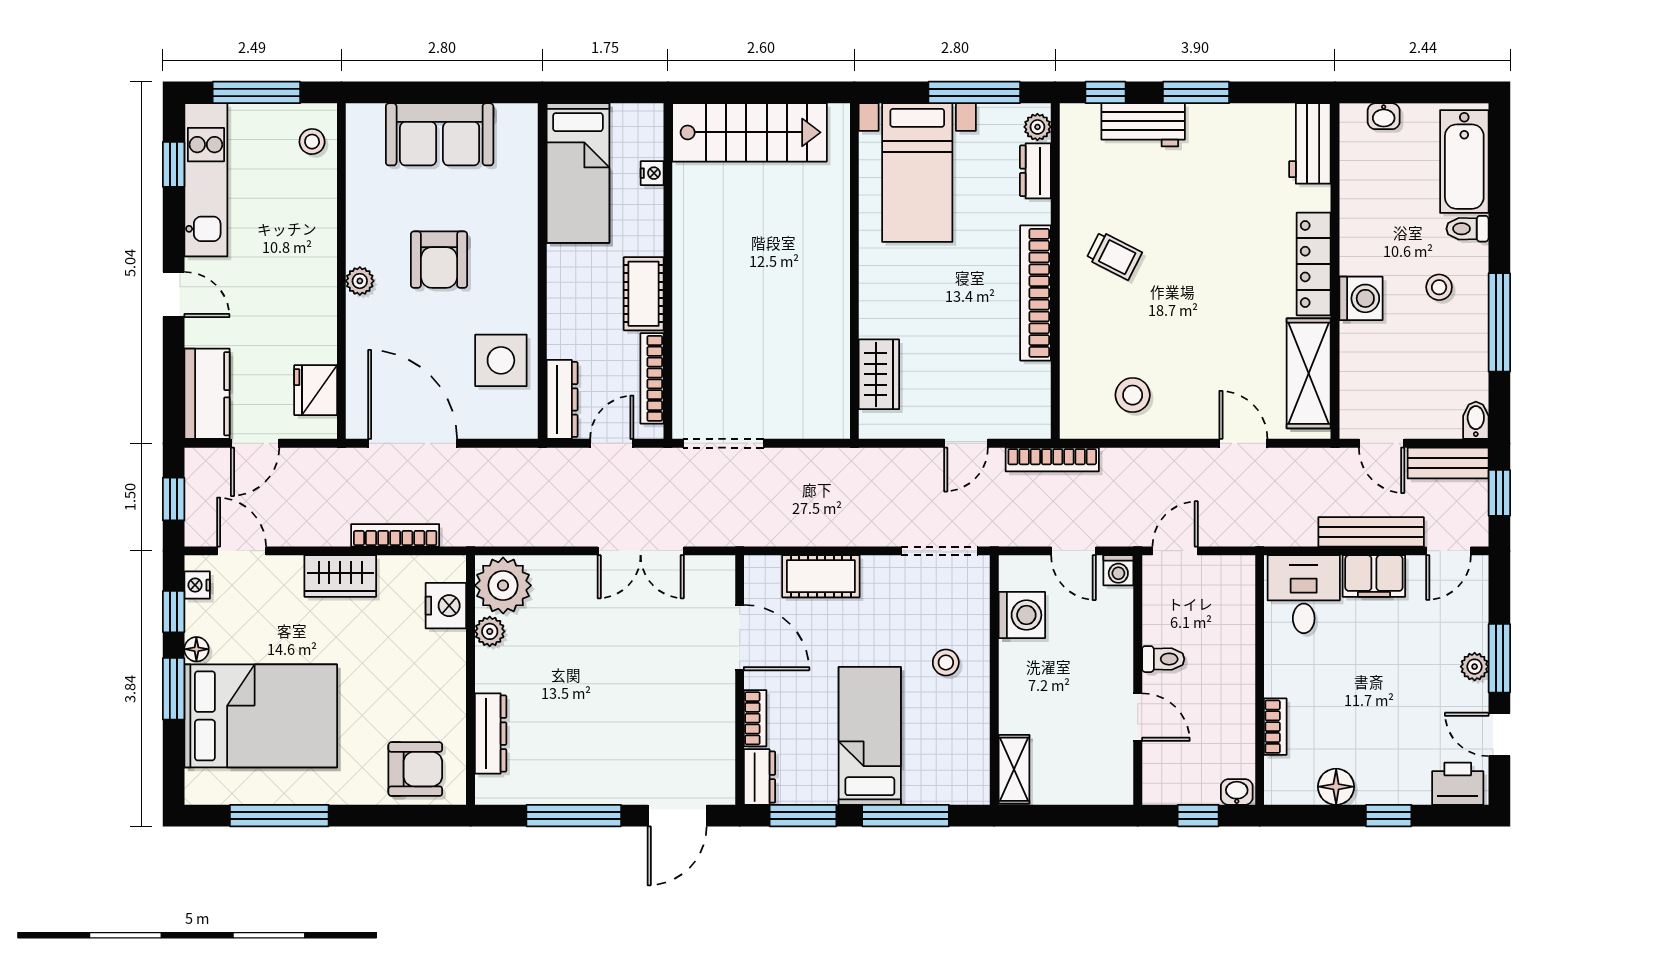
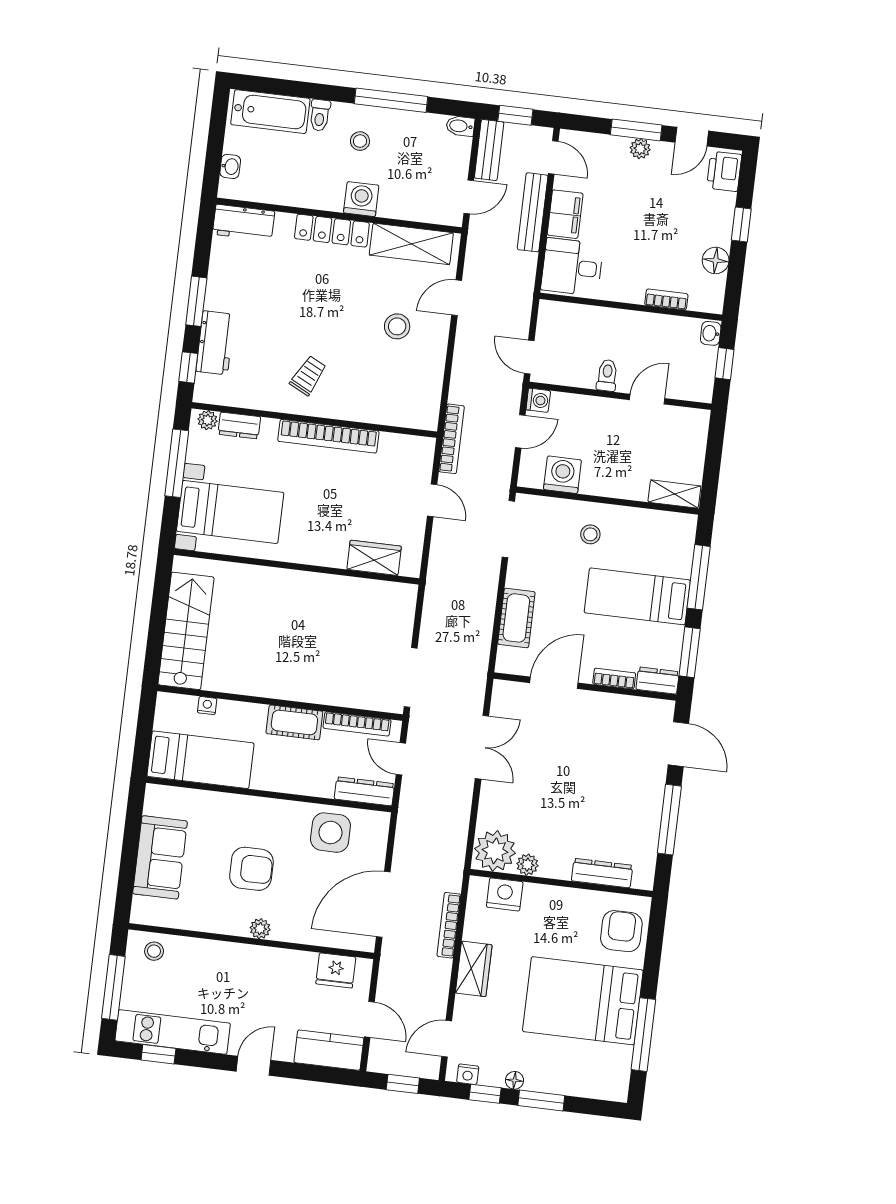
stool: (1133, 395) -> (397, 326), moved
bed: (261, 716) -> (583, 1001), moved, turned -90

